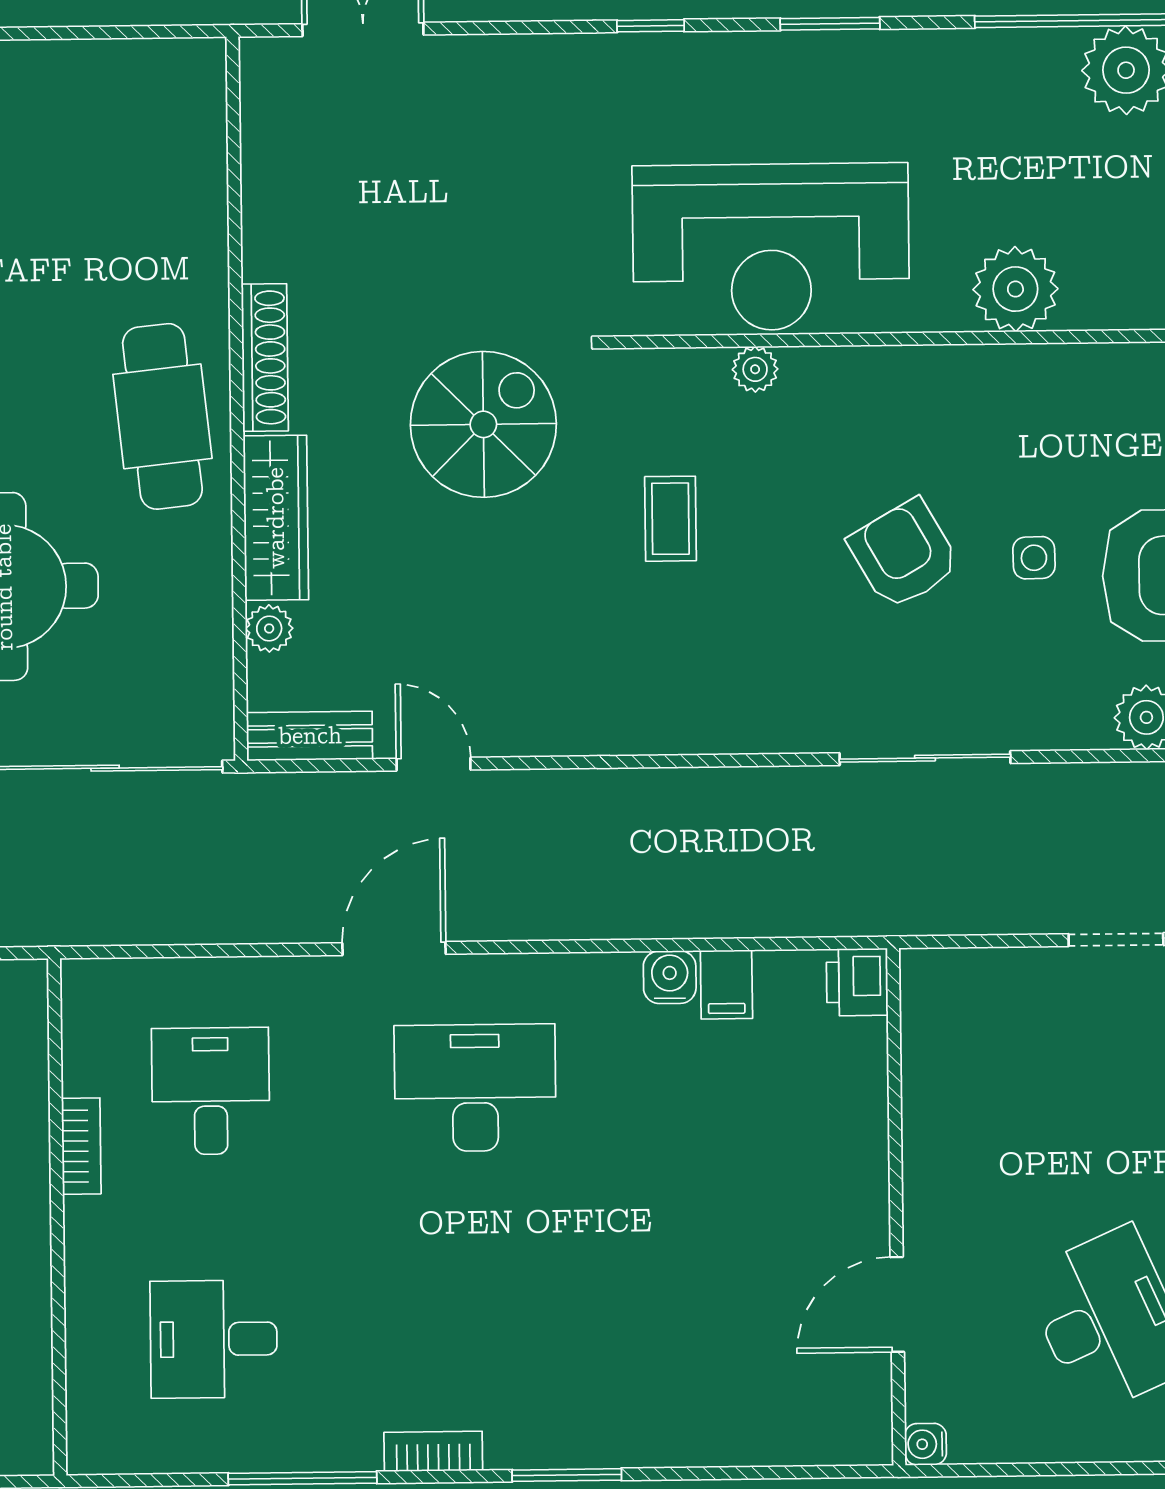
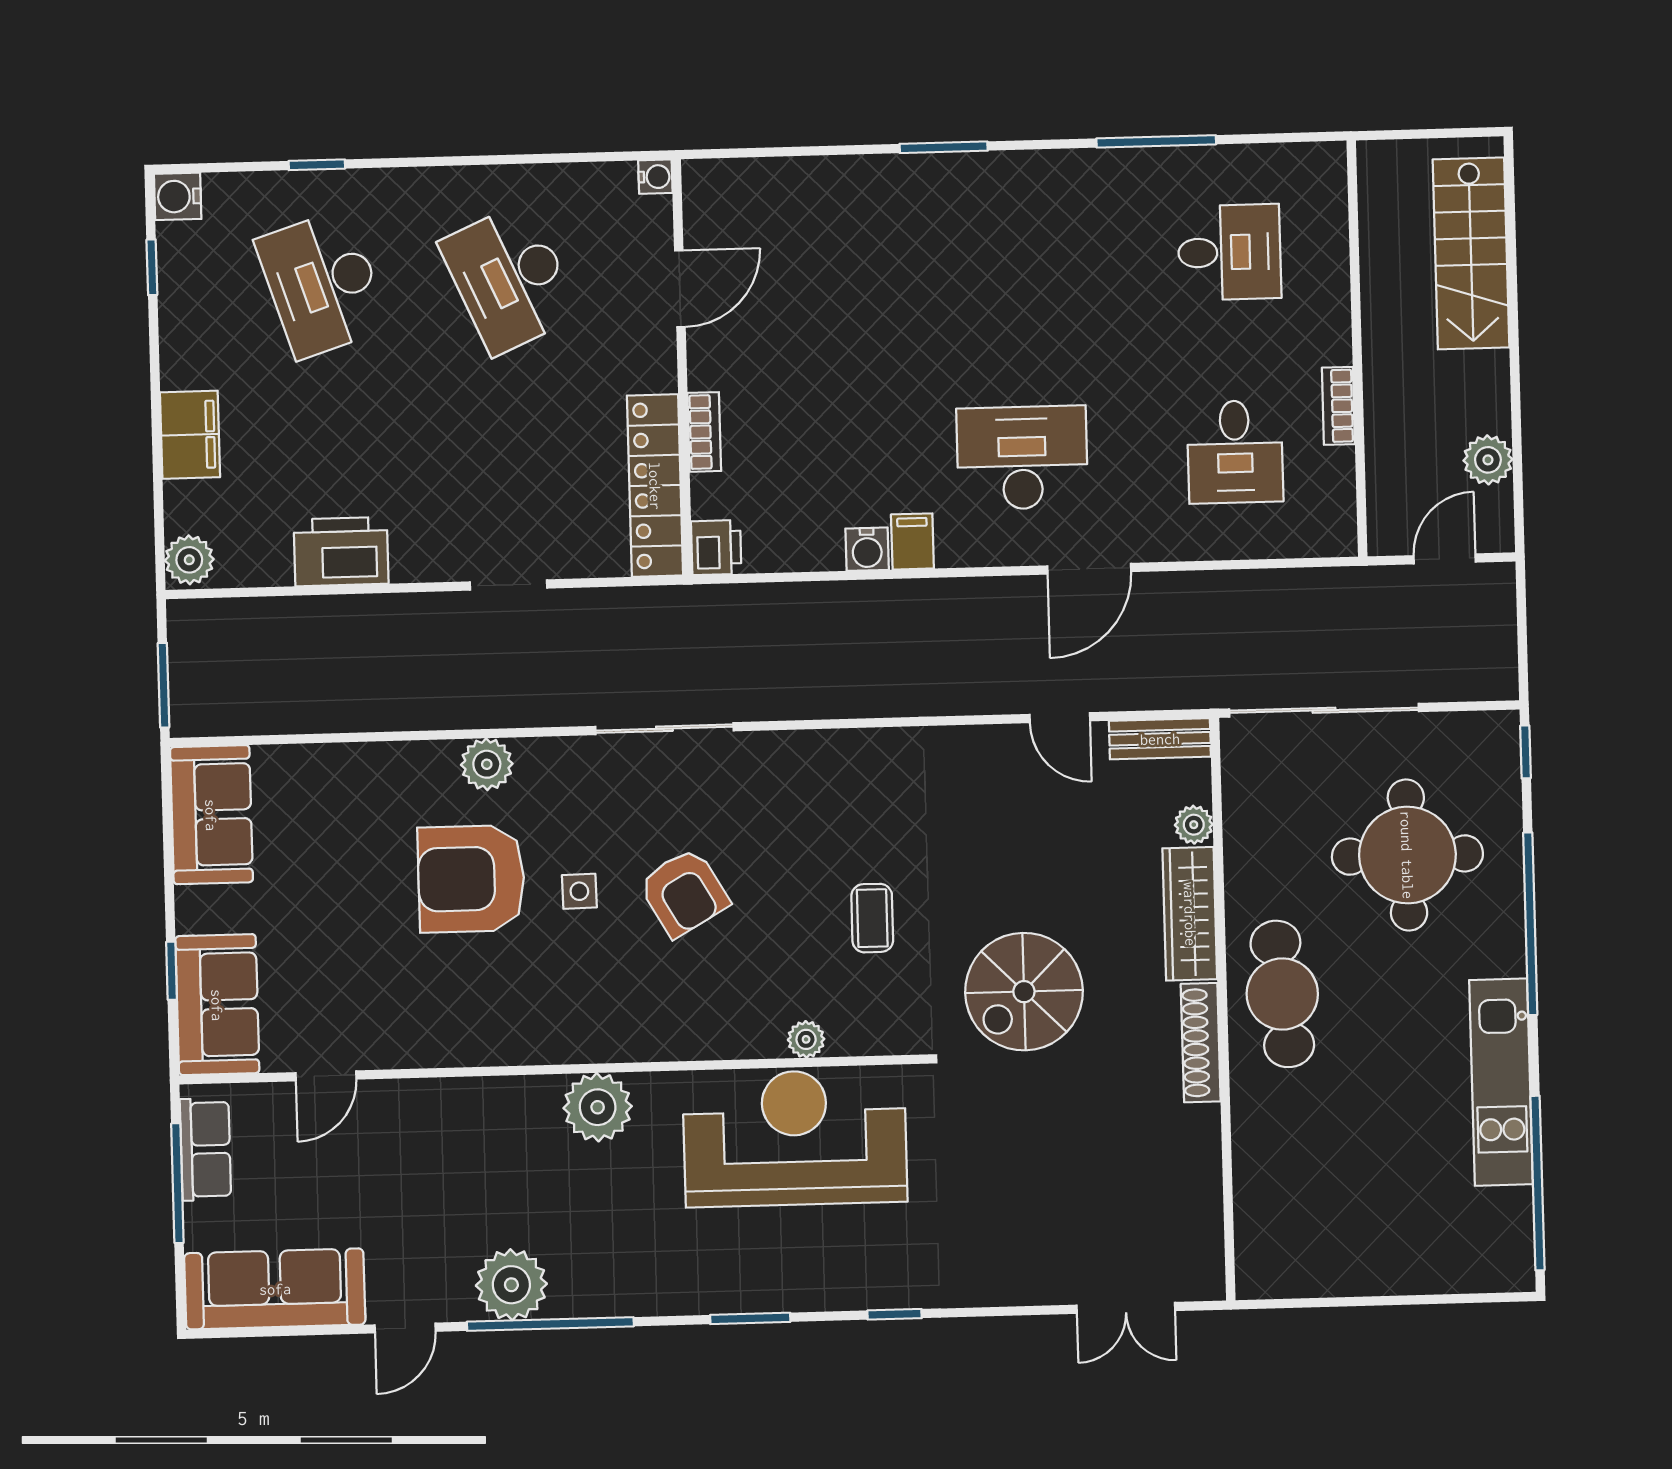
filing cabinet: (726, 984) -> (912, 541), moved
locker: (932, 1060) -> (655, 486), added
desk: (475, 1088) -> (1022, 458), turned 180
bookcase: (433, 1451) -> (704, 432), moved, turned -90

